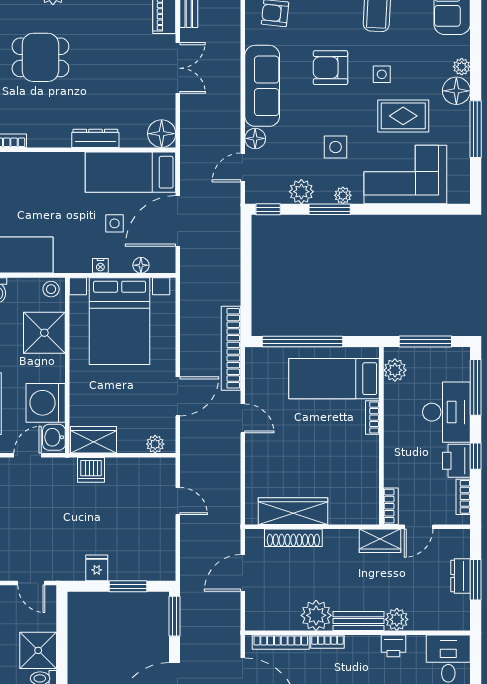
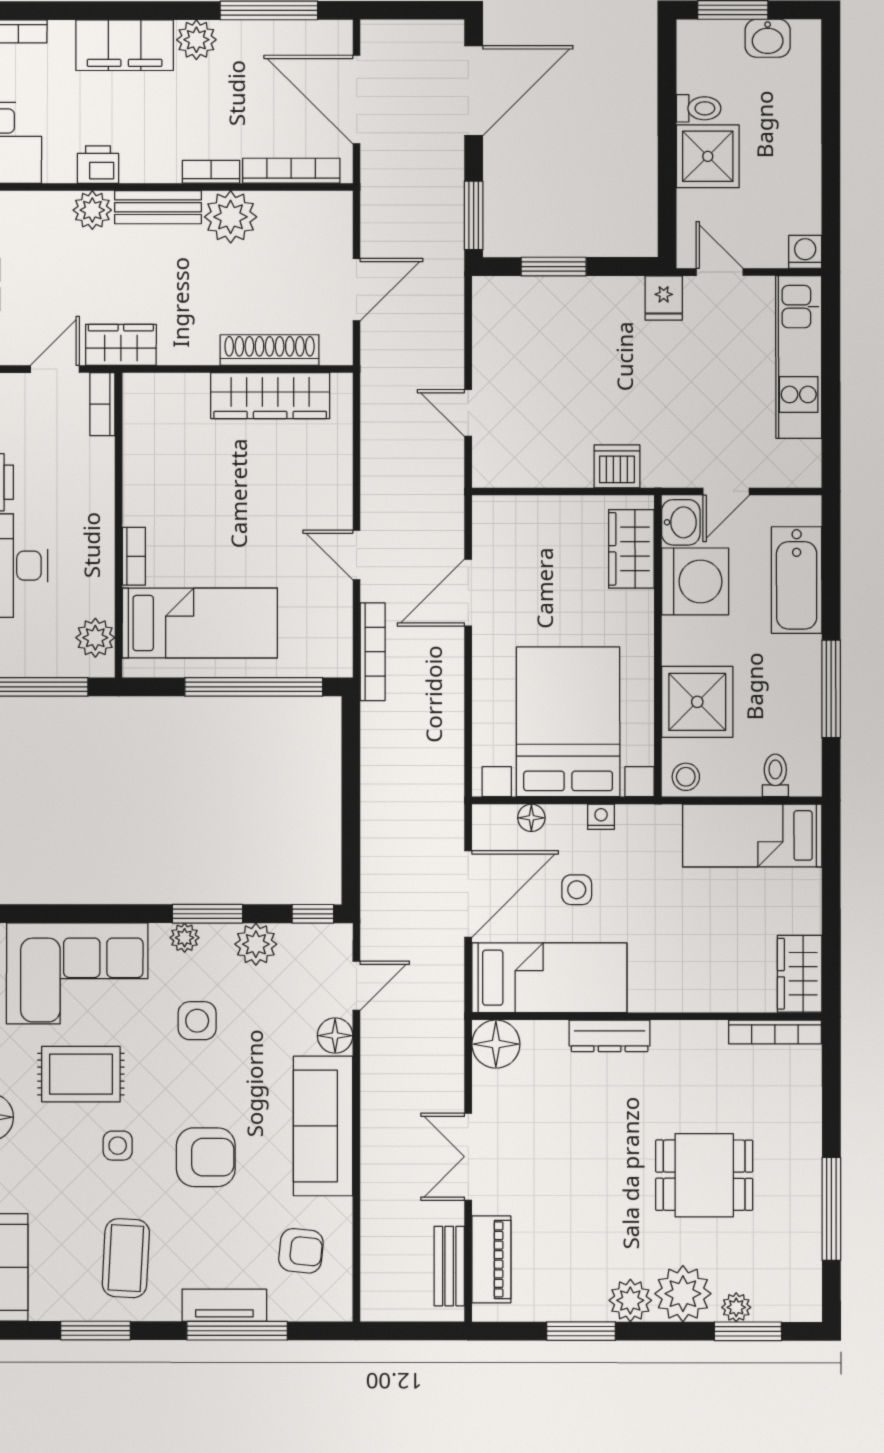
bookcase: (231, 348) -> (373, 652), width x0.68, depth x0.76
wardrobe: (94, 440) -> (631, 549), moved, turned 90
plant: (155, 444) -> (507, 511), removed
fridge: (97, 568) -> (664, 298), moved

